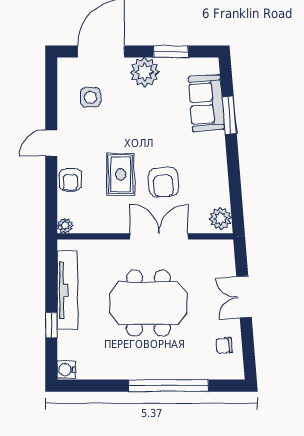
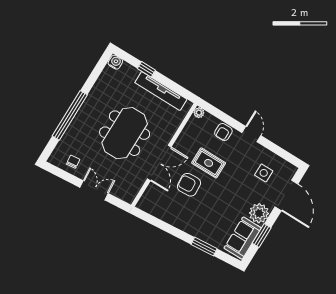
sofa: (206, 103) -> (243, 238), moved, turned -85
armchair: (70, 180) -> (223, 132), turned -90
plant: (220, 219) -> (148, 205), removed

